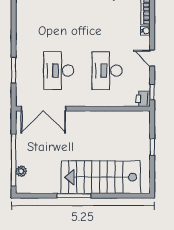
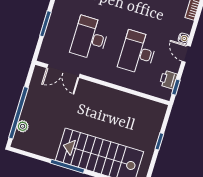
water cooler: (145, 31) -> (184, 38), moved
printer: (143, 99) -> (168, 80), moved
double door: (43, 109) -> (63, 71), width x0.73

